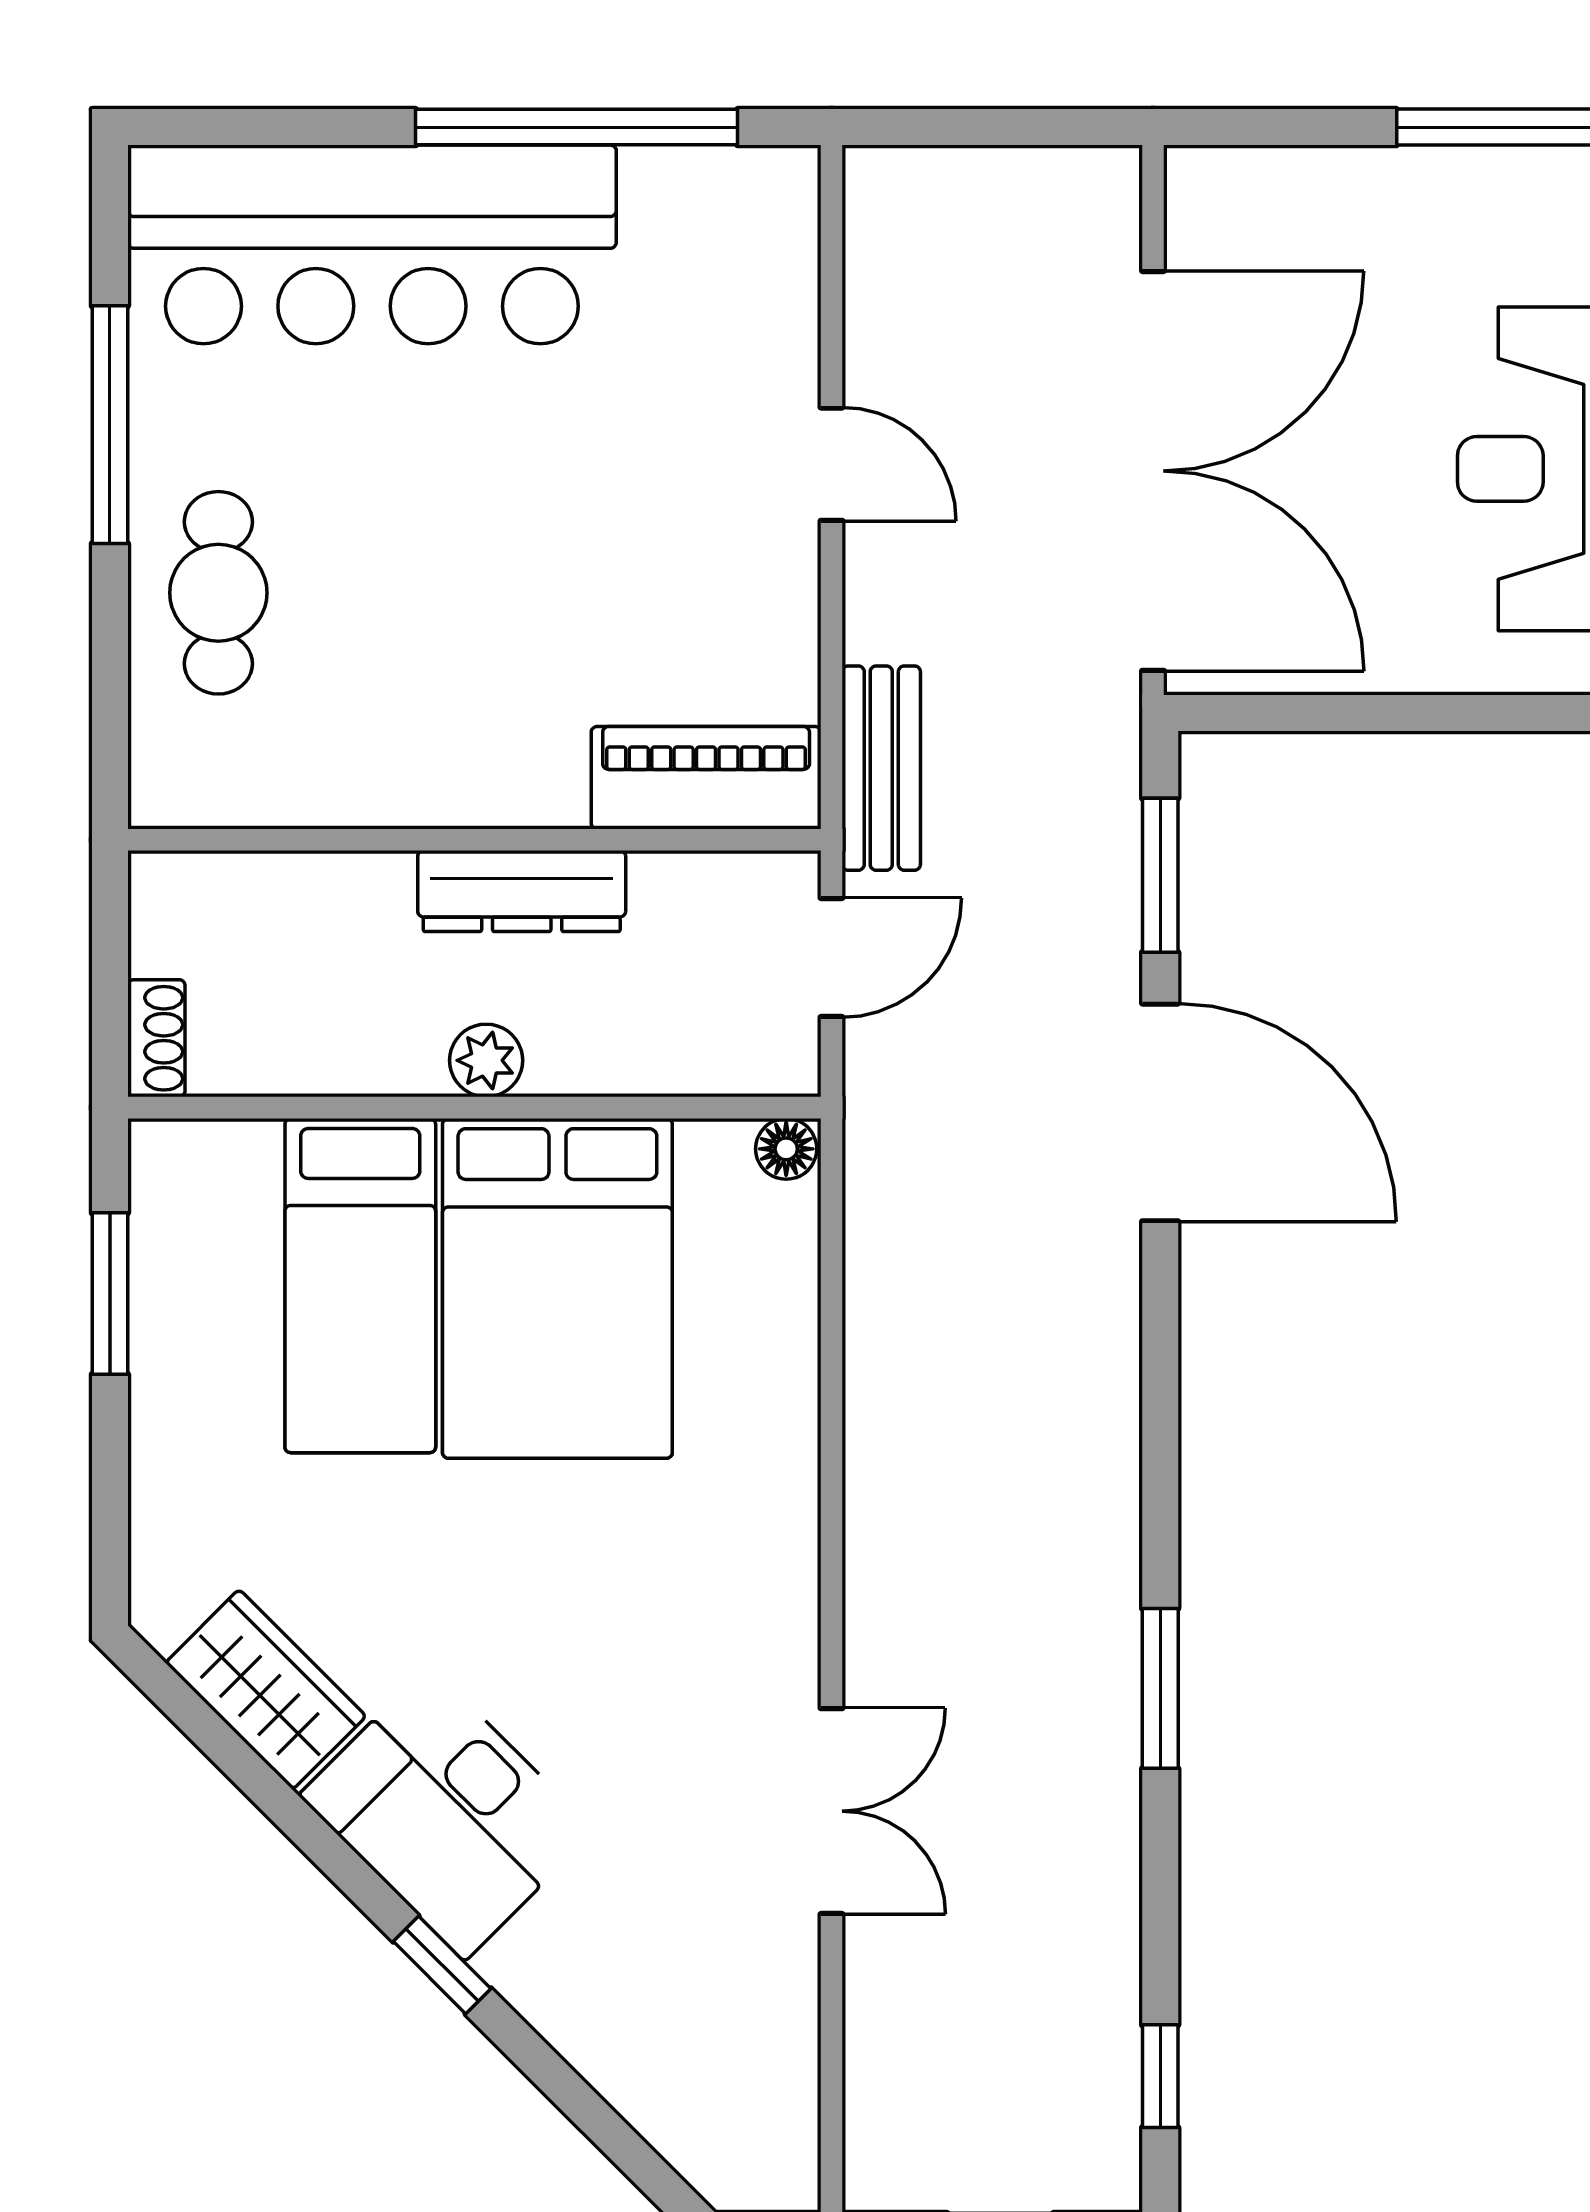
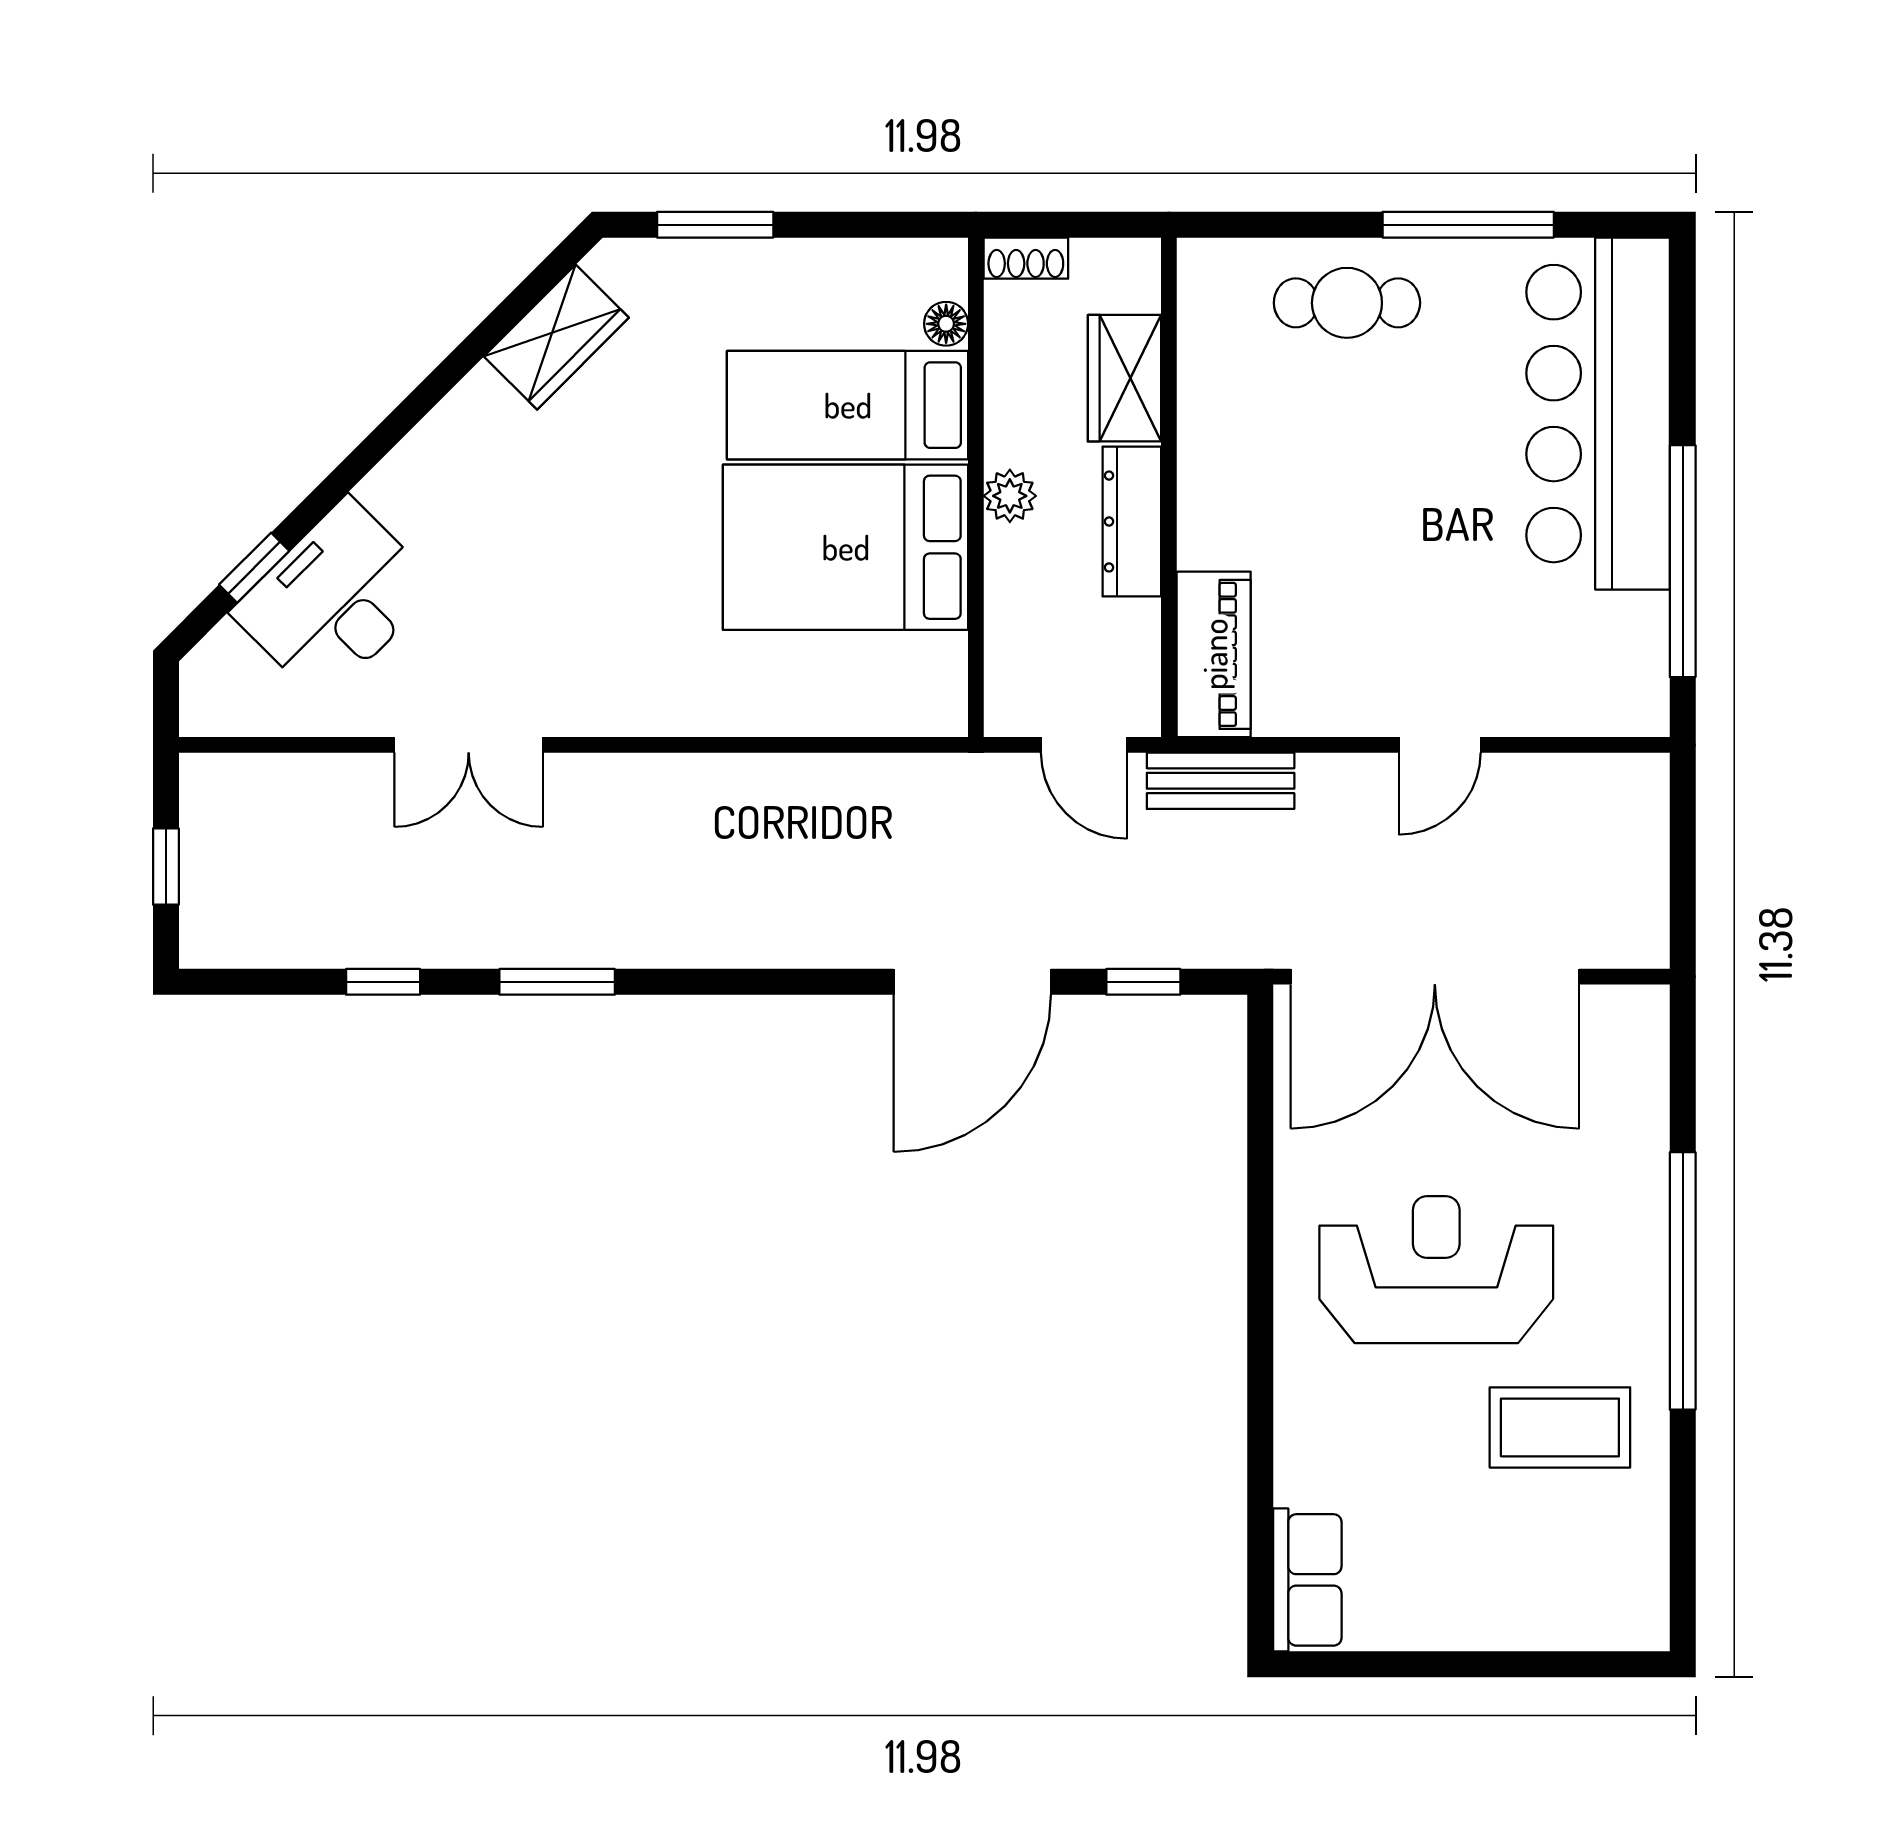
window: (1160, 875) -> (1143, 982), width x0.67
wardrobe: (323, 901) -> (1125, 378), added
floor lamp: (786, 1149) -> (946, 324), moved
window: (110, 1294) -> (715, 225), moved
desk: (447, 1813) -> (335, 600), moved
window: (442, 1965) -> (254, 568), moved
window: (1160, 2076) -> (383, 982), moved

